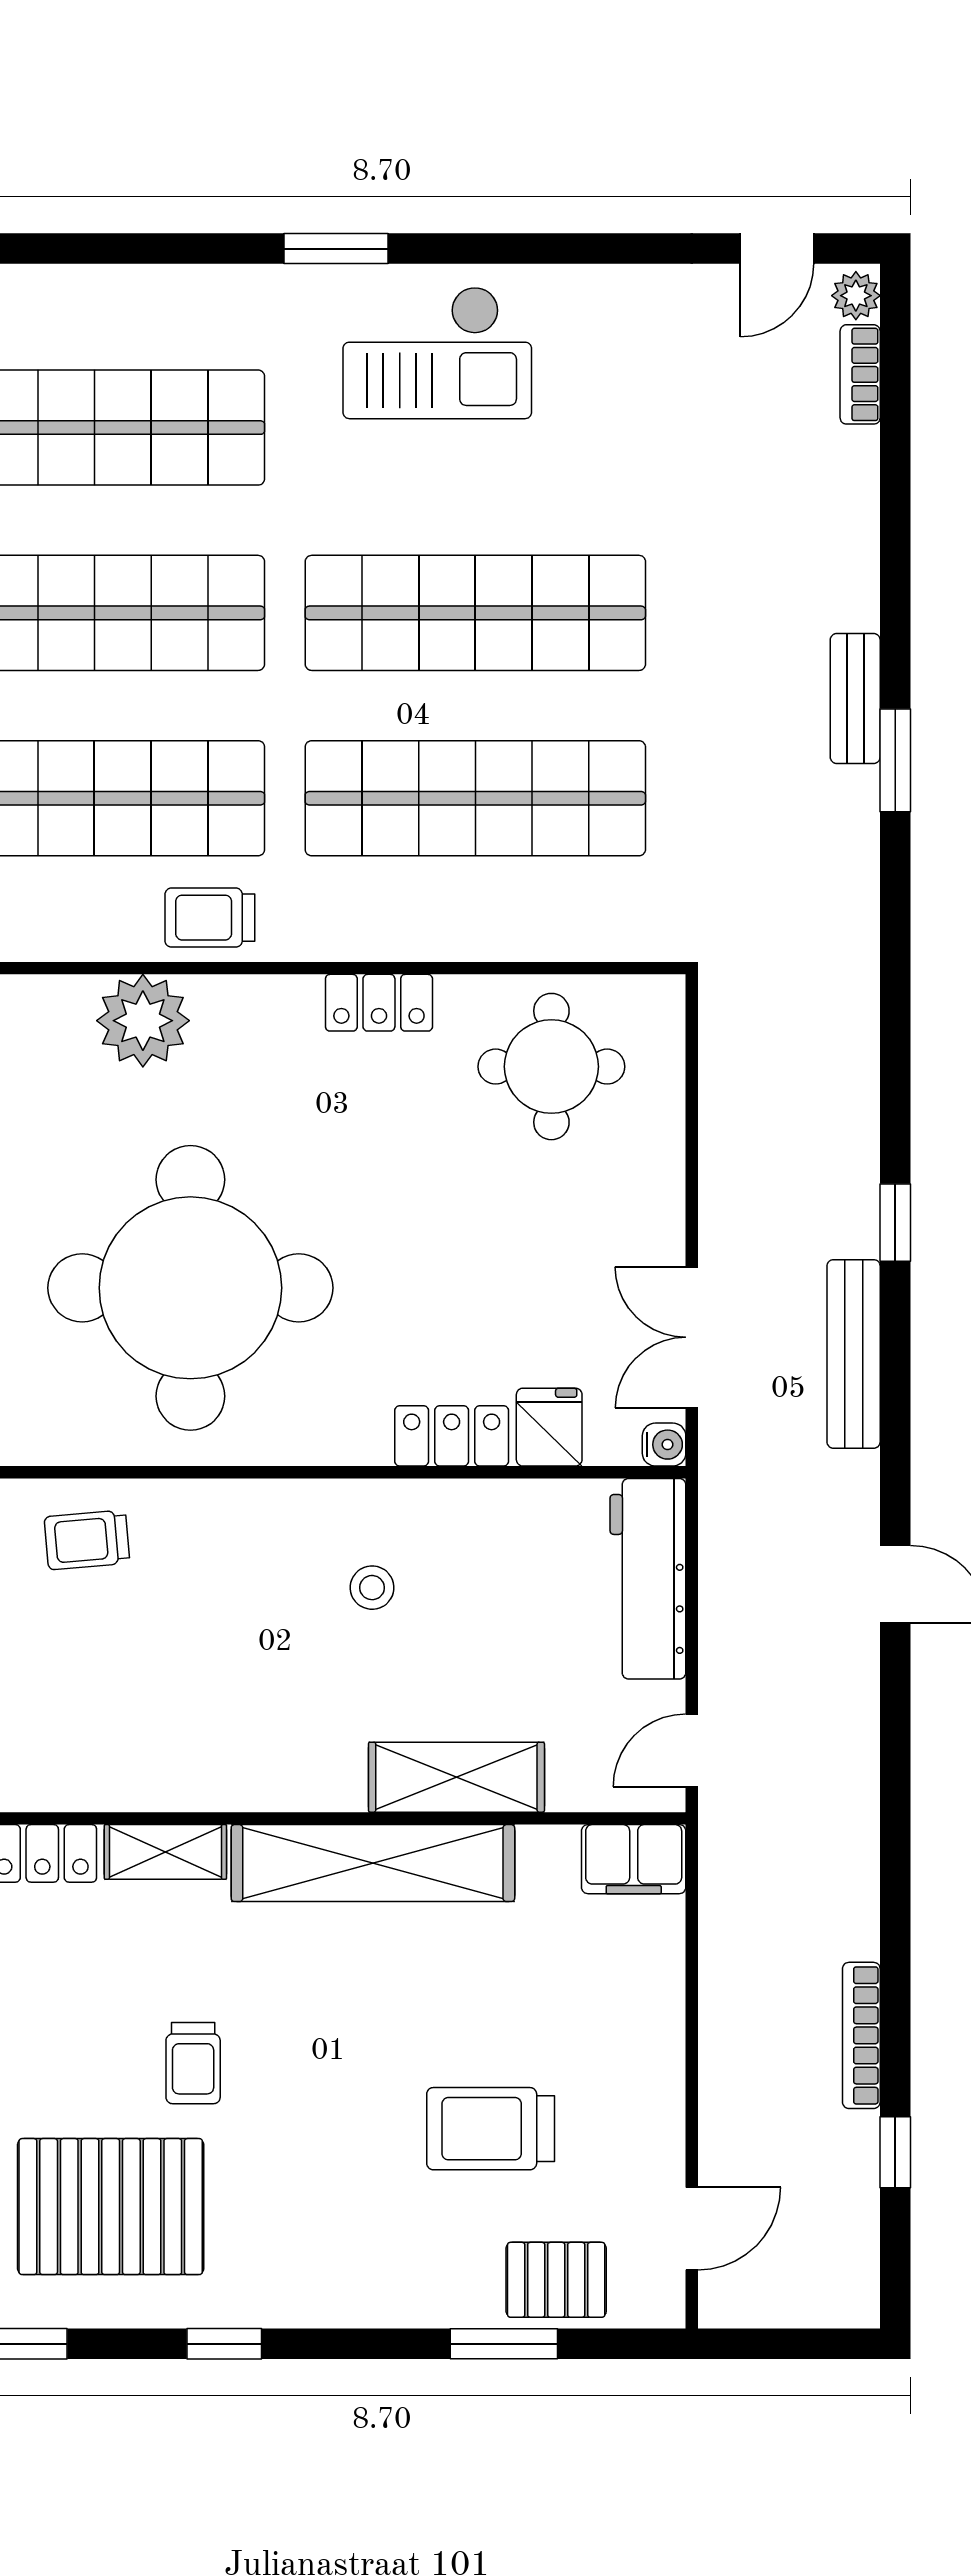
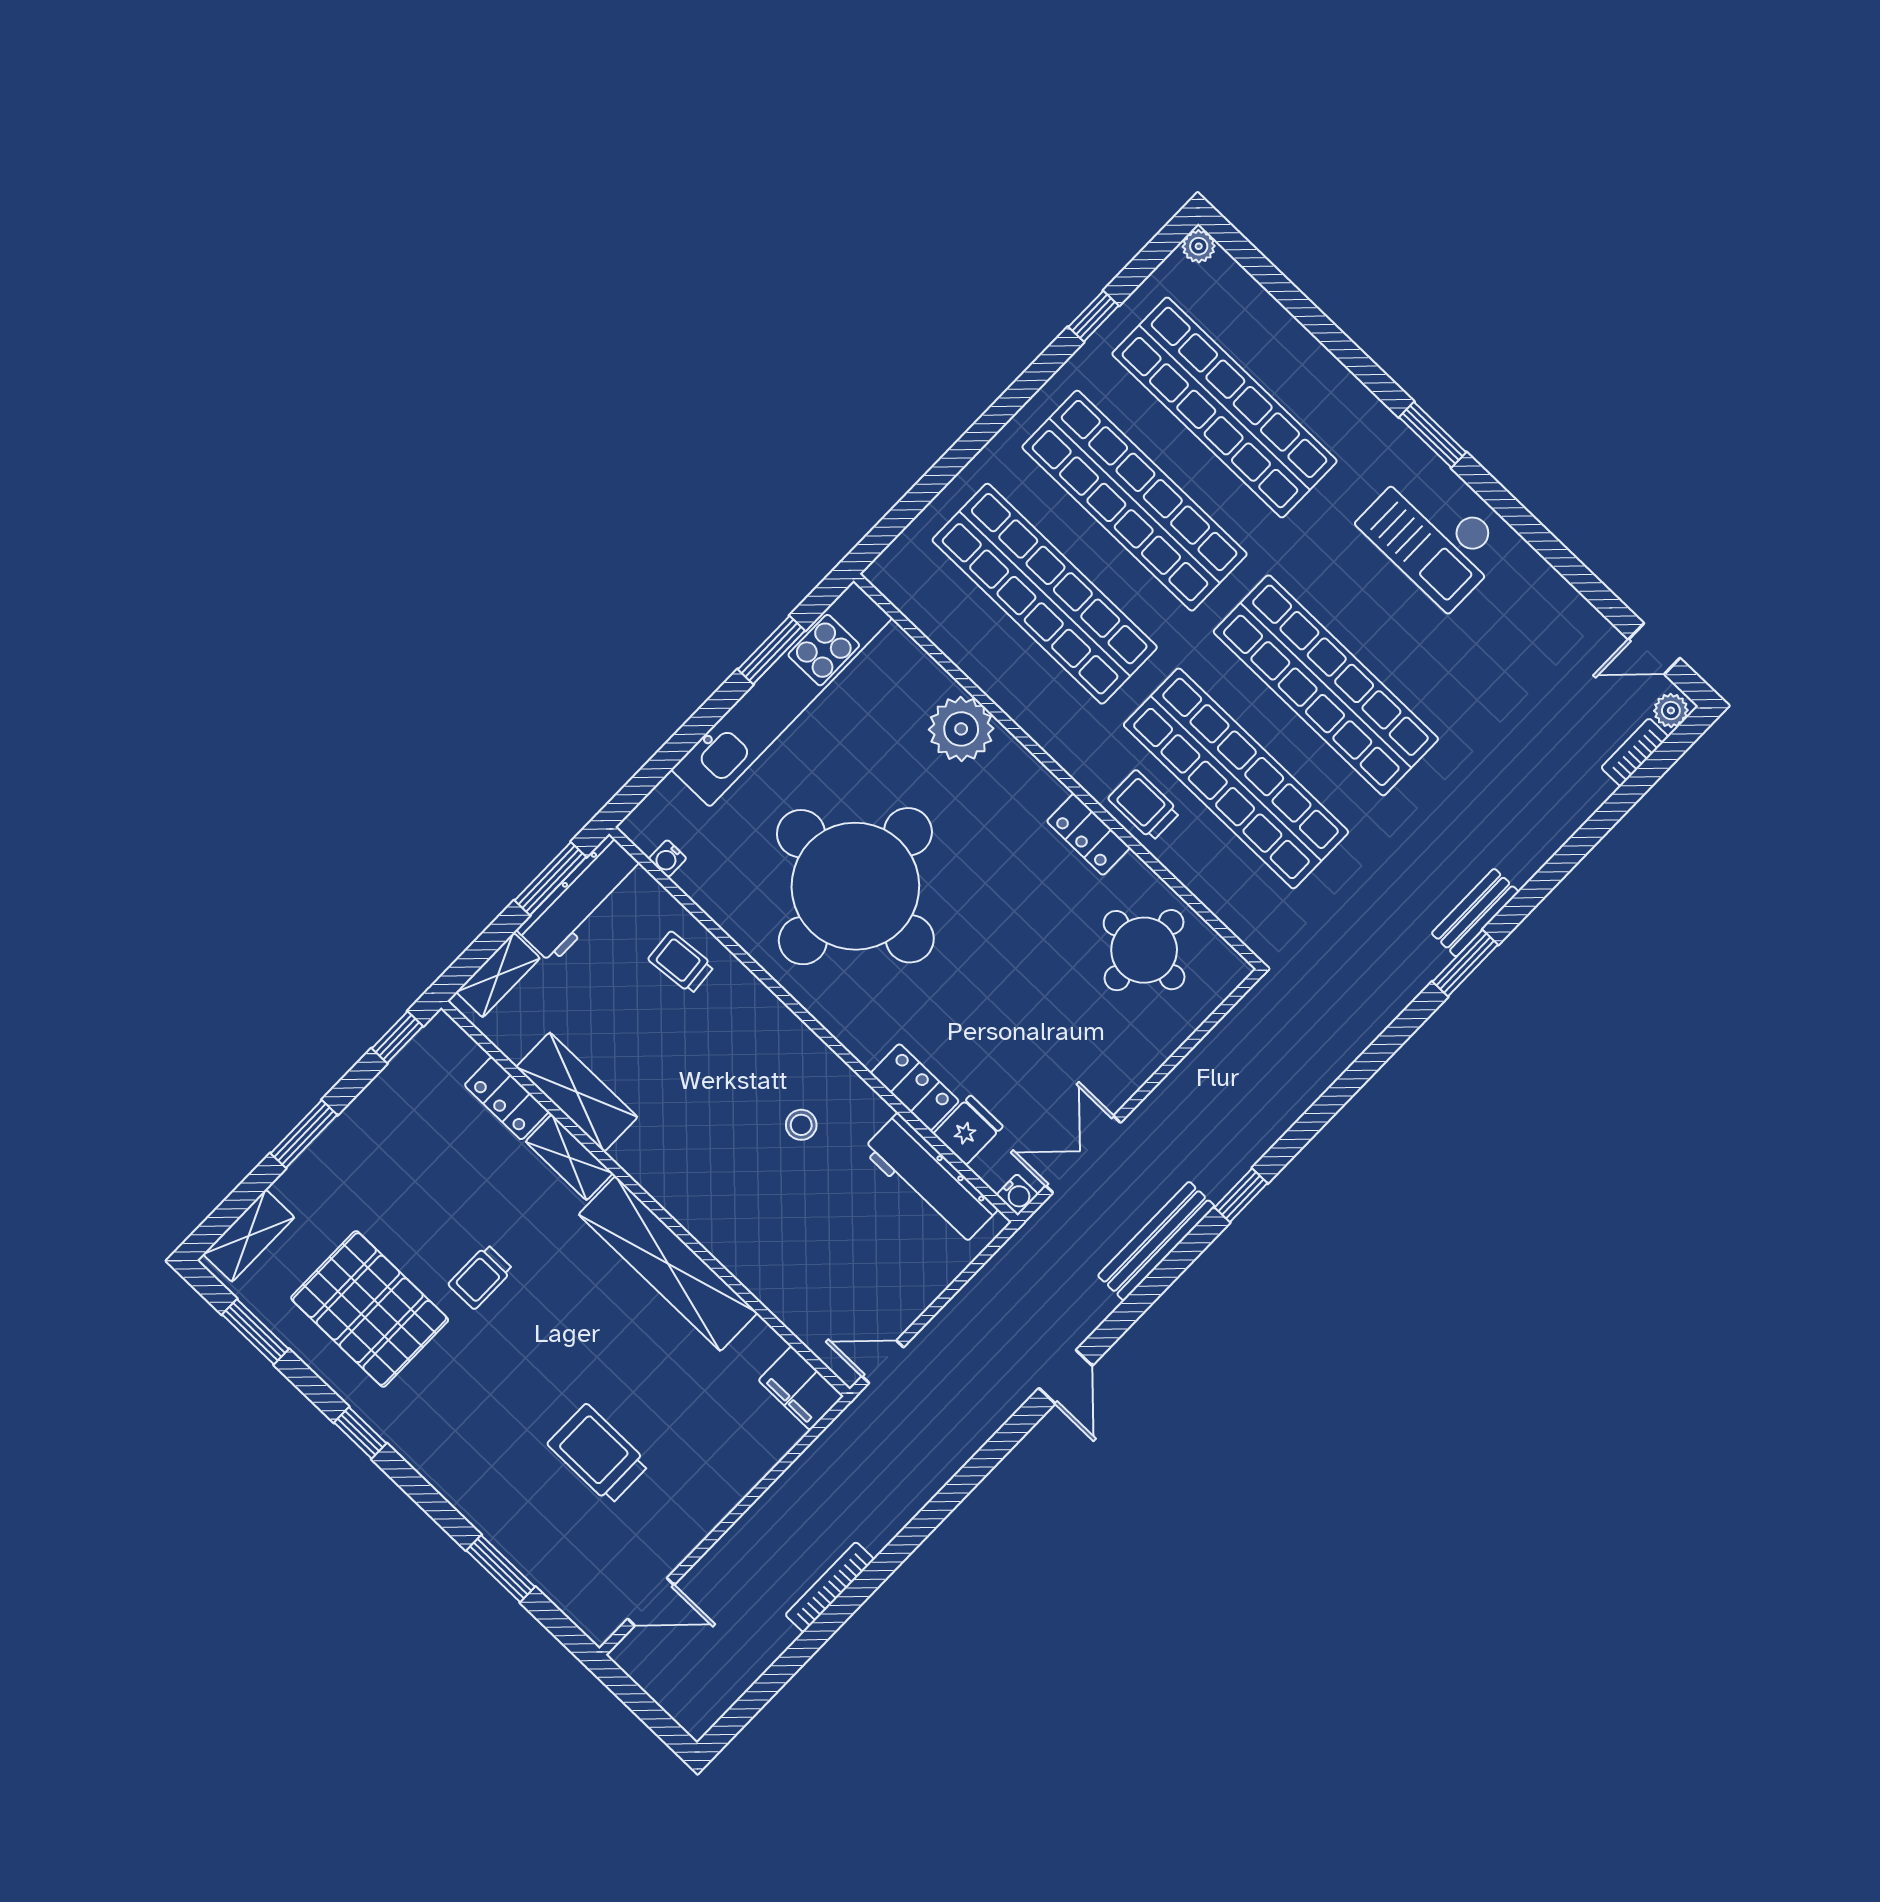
trolley: (210, 918) -> (1144, 805), moved
workbench: (648, 1579) -> (930, 1180), moved, turned -90
shelving: (456, 1777) -> (577, 1092), moved
window: (895, 2152) -> (790, 1662), removed
pallet: (556, 2280) -> (558, 1562), removed

